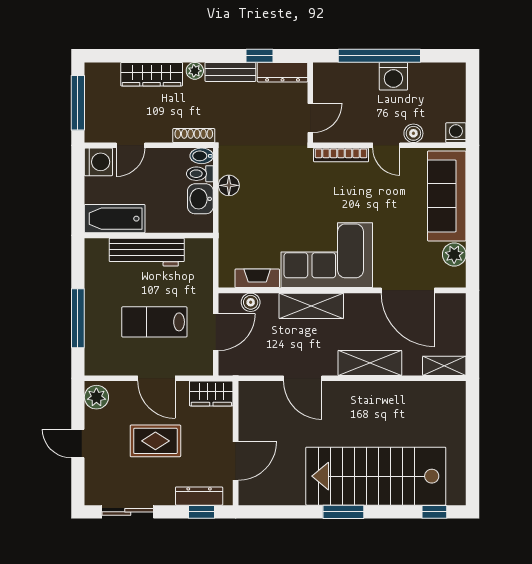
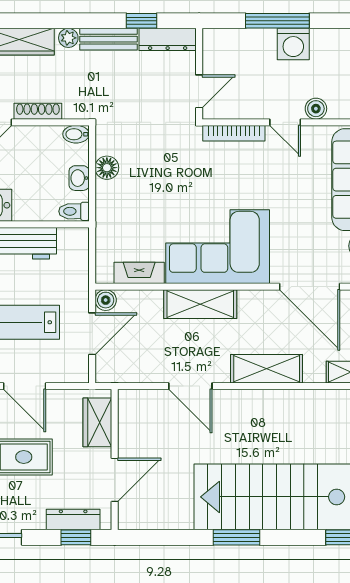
window: (379, 56) -> (277, 21), width x0.68
shoe rack: (194, 136) -> (38, 111), moved
toilet: (200, 174) -> (74, 211), moved
washbasin: (200, 199) -> (79, 178), width x0.72, depth x0.69
boiler: (251, 302) -> (106, 300), moved
wardrobe: (211, 393) -> (97, 422), moved, turned 90

